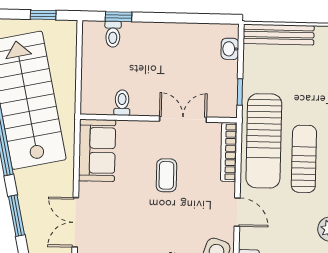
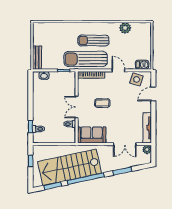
bench: (279, 35) -> (37, 58), width x0.73
double door: (183, 119) -> (77, 107), moved
sun lounger: (264, 141) -> (86, 59), turned 180
door: (237, 212) -> (118, 70), hinge flipped

